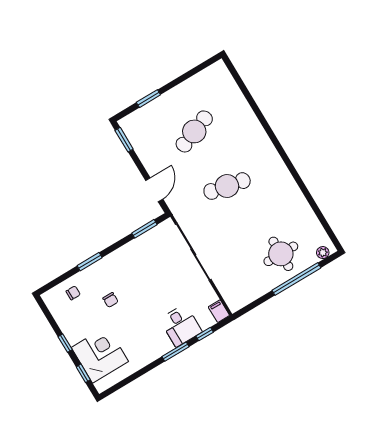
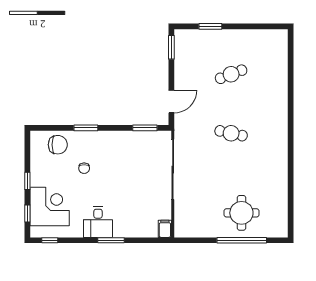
cafe table: (194, 131) -> (231, 74), width x0.73, depth x0.74
cafe table: (227, 186) -> (231, 133), width x0.73, depth x0.74
plant: (323, 253) -> (275, 232), removed
chair: (73, 293) -> (58, 145), width x1.87, depth x1.87
desk: (181, 326) -> (98, 222), moved
window: (205, 334) -> (50, 240), moved

